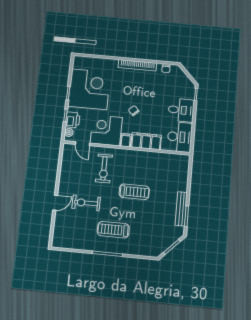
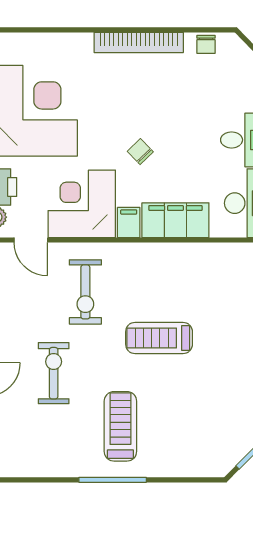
treadmill: (134, 192) -> (159, 338), turned 180
exercise bike: (86, 203) -> (54, 373), turned 90
treadmill: (113, 230) -> (120, 426), turned 90

